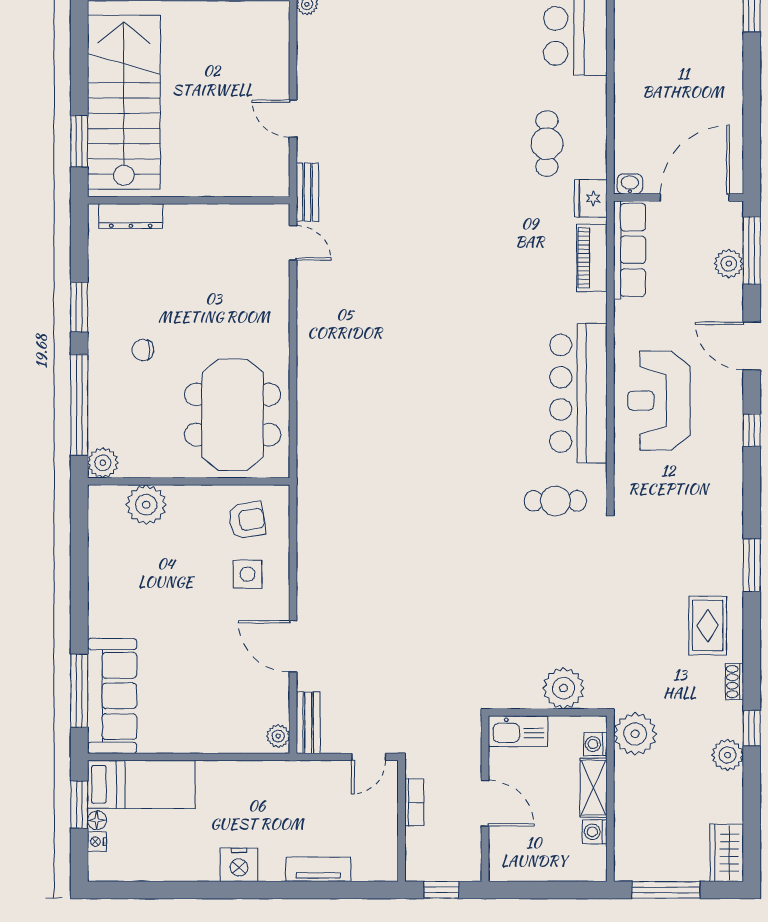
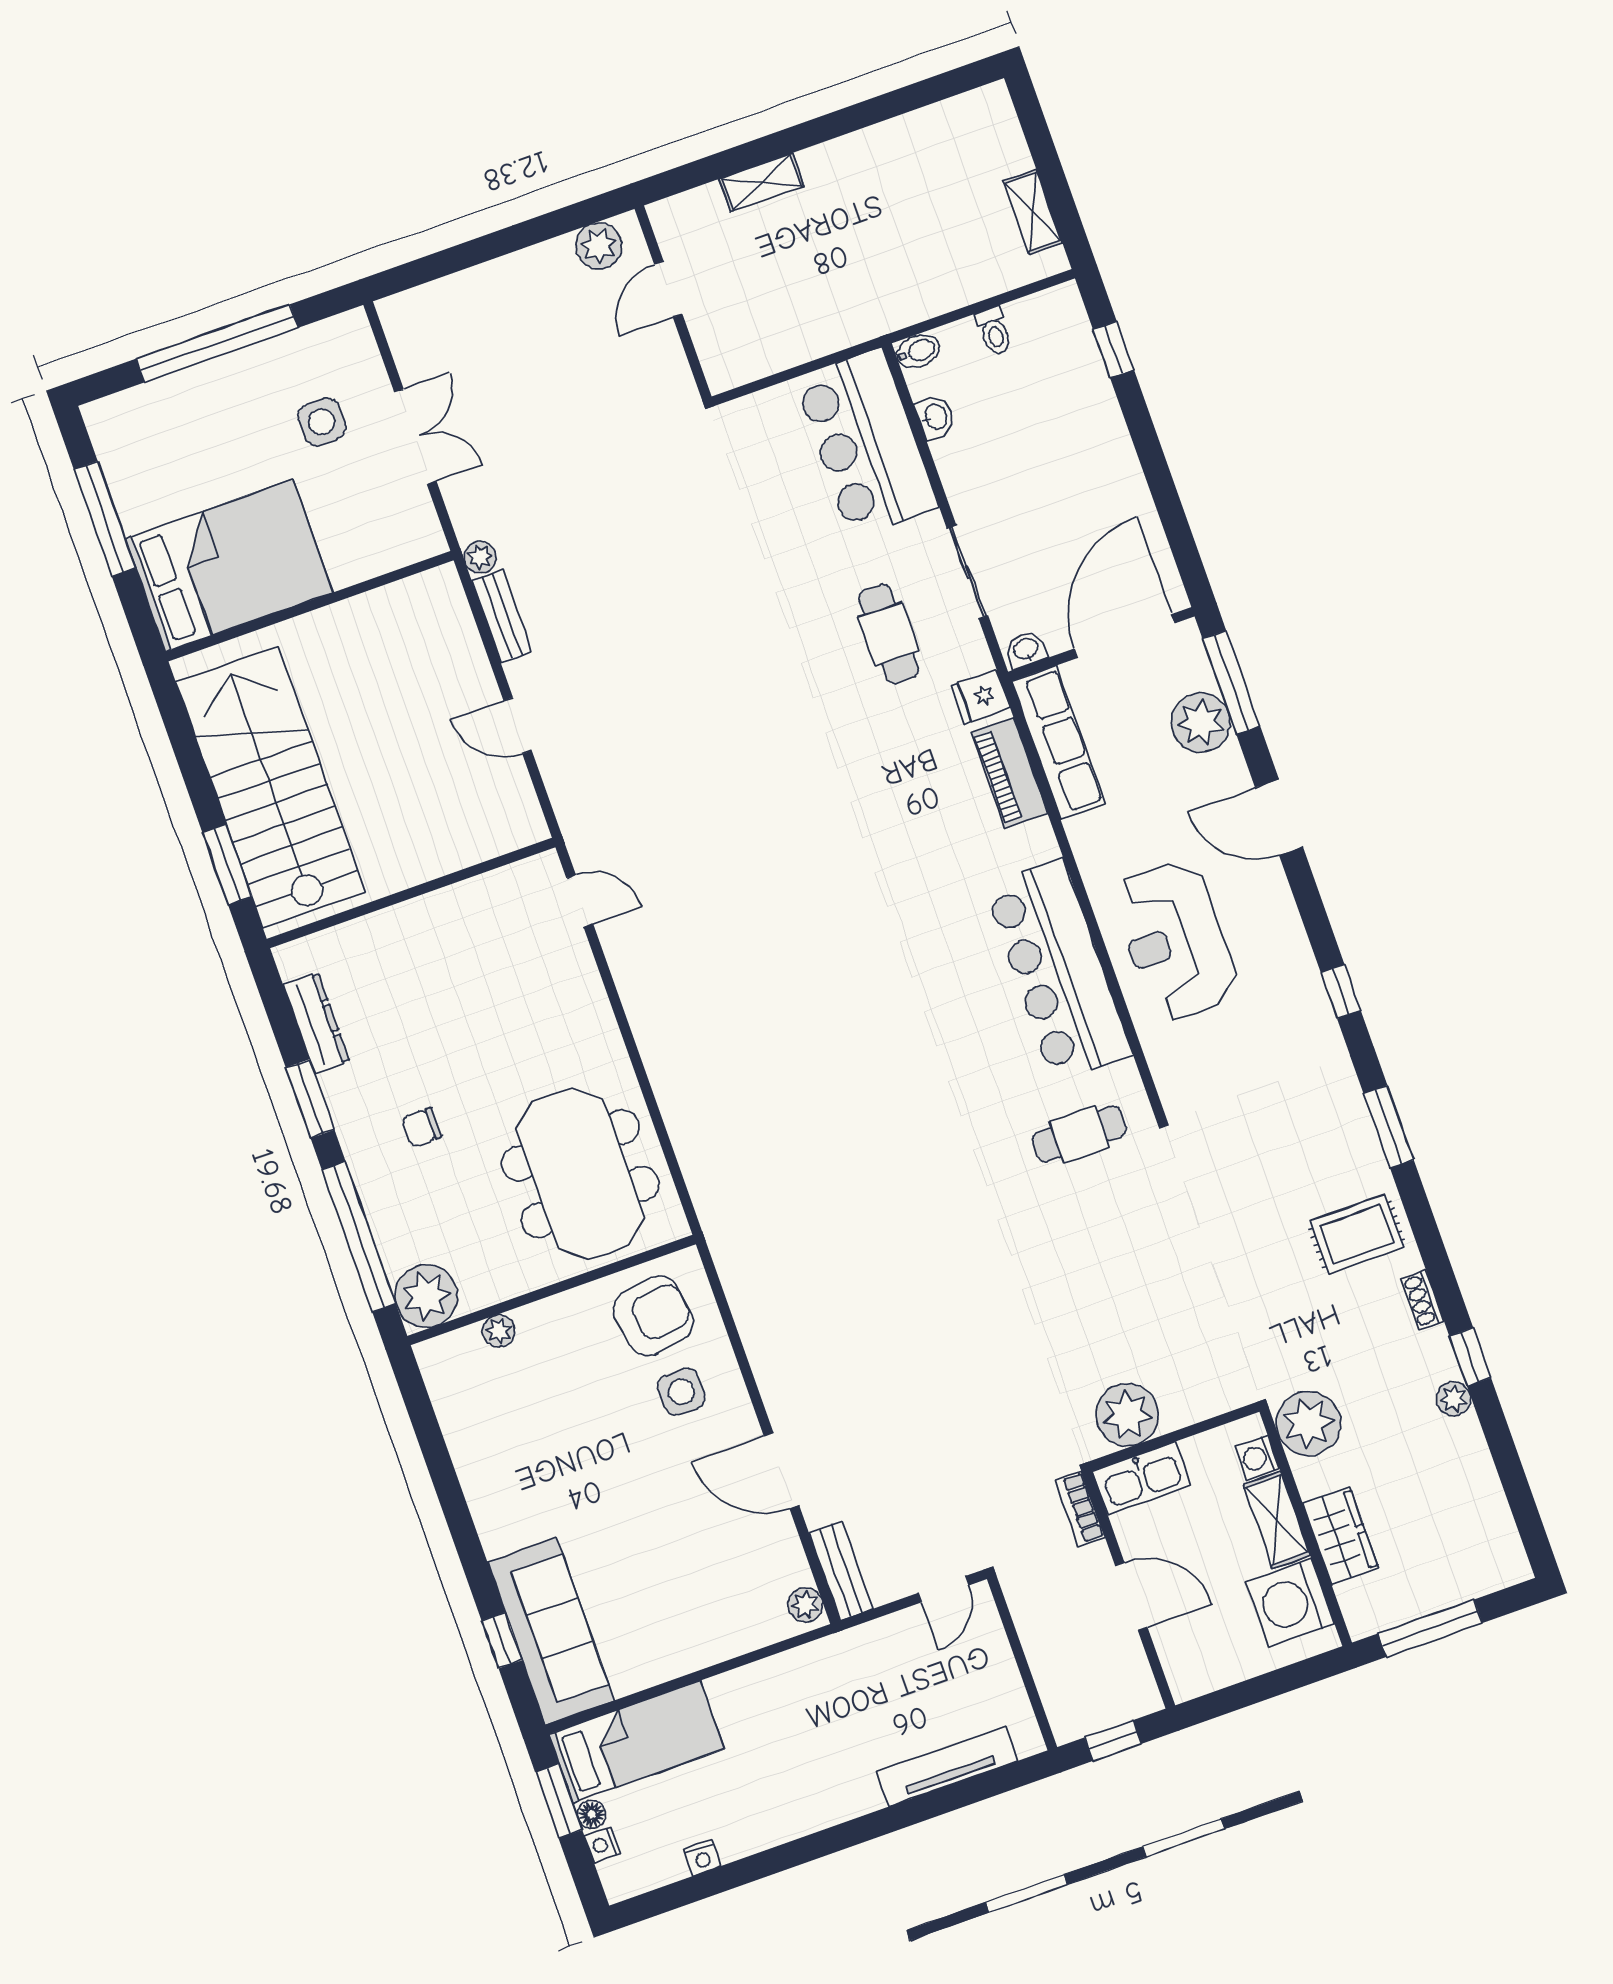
washbasin: (624, 18) -> (935, 417), added
sliding door: (610, 122) -> (968, 572), added
bench: (307, 192) -> (502, 616), moved
fridge: (591, 198) -> (981, 697), width x0.72
dresser: (131, 216) -> (316, 1023), moved, turned -90
plant: (729, 264) -> (1201, 722), width x1.36, depth x1.36
window: (752, 430) -> (1341, 991), moved
plant: (103, 463) -> (426, 1296), width x1.36, depth x1.36
plant: (146, 505) -> (499, 1331), width x0.53, depth x0.53
armchair: (247, 520) -> (653, 1316), width x1.38, depth x1.38
rug: (708, 626) -> (1357, 1234), turned 90
plant: (564, 688) -> (1127, 1415), moved
window: (79, 691) -> (502, 1640), width x0.46
plant: (728, 755) -> (1453, 1399), width x0.73, depth x0.73
bookcase: (414, 802) -> (1080, 1509), moved, turned 180
washing machine: (595, 832) -> (1290, 1603), width x1.89, depth x1.89
wardrobe: (727, 853) -> (1341, 1536), moved, turned 180
nightstand: (239, 865) -> (702, 1858), moved, width x0.53, depth x0.56
tv unit: (318, 869) -> (947, 1766), width x1.41

